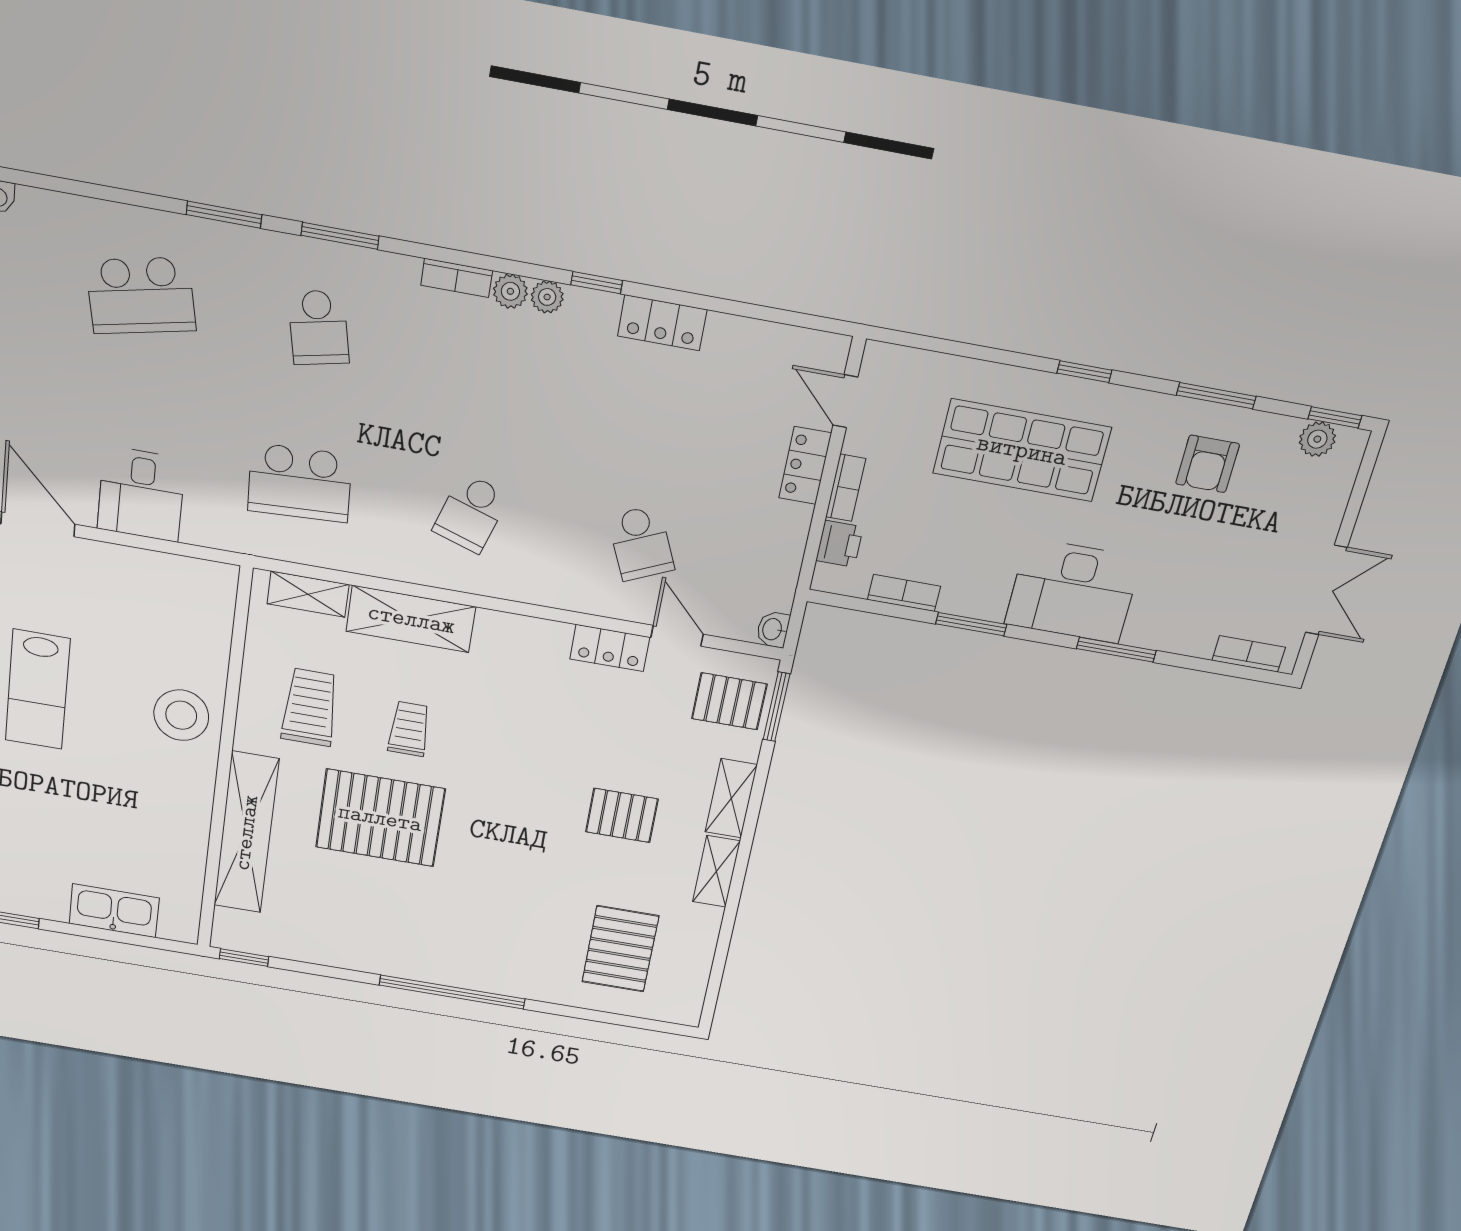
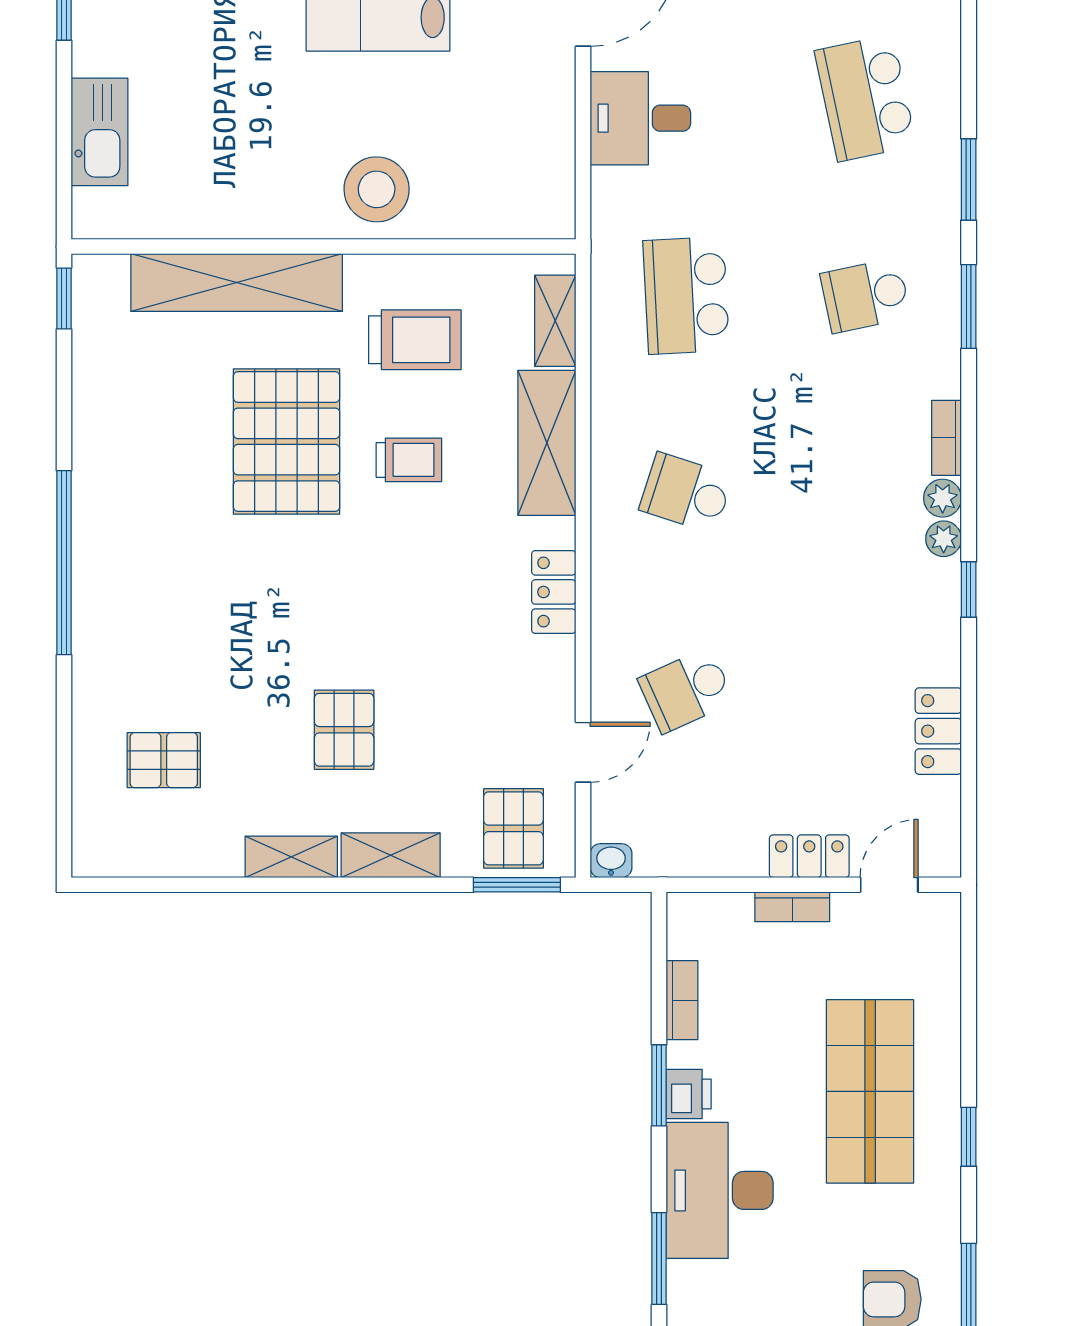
locker: (662, 323) -> (938, 731), moved
printer: (840, 544) -> (689, 1094), moved, turned -90
locker: (610, 648) -> (554, 592), moved
pallet: (620, 949) -> (164, 760), width x0.67, depth x0.71

